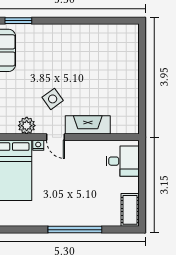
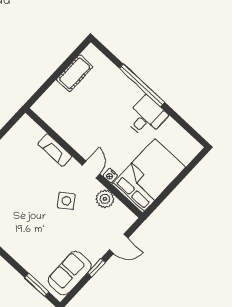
fireplace: (88, 125) -> (55, 150), width x0.73, depth x0.76
desk: (123, 161) -> (146, 117), moved, turned 90
cot: (130, 210) -> (75, 73), moved

